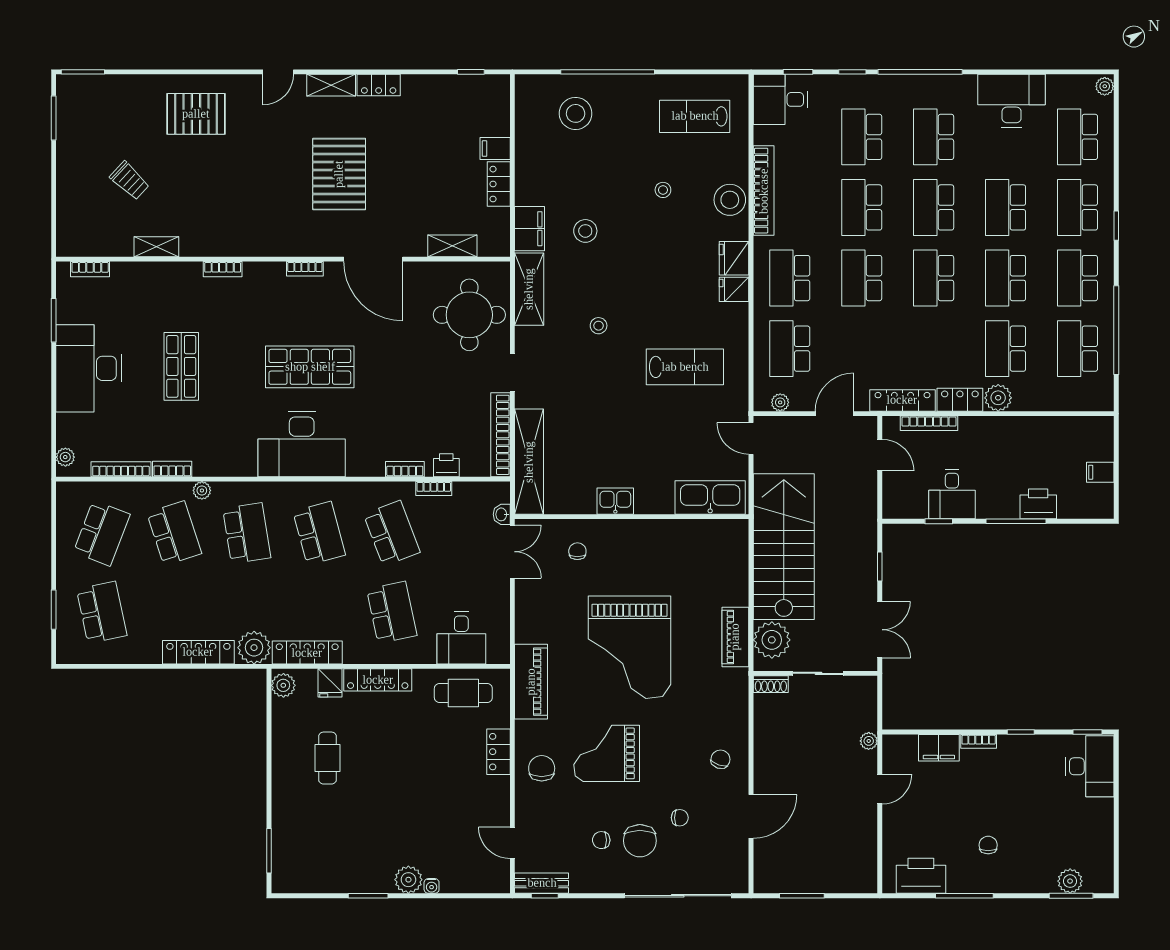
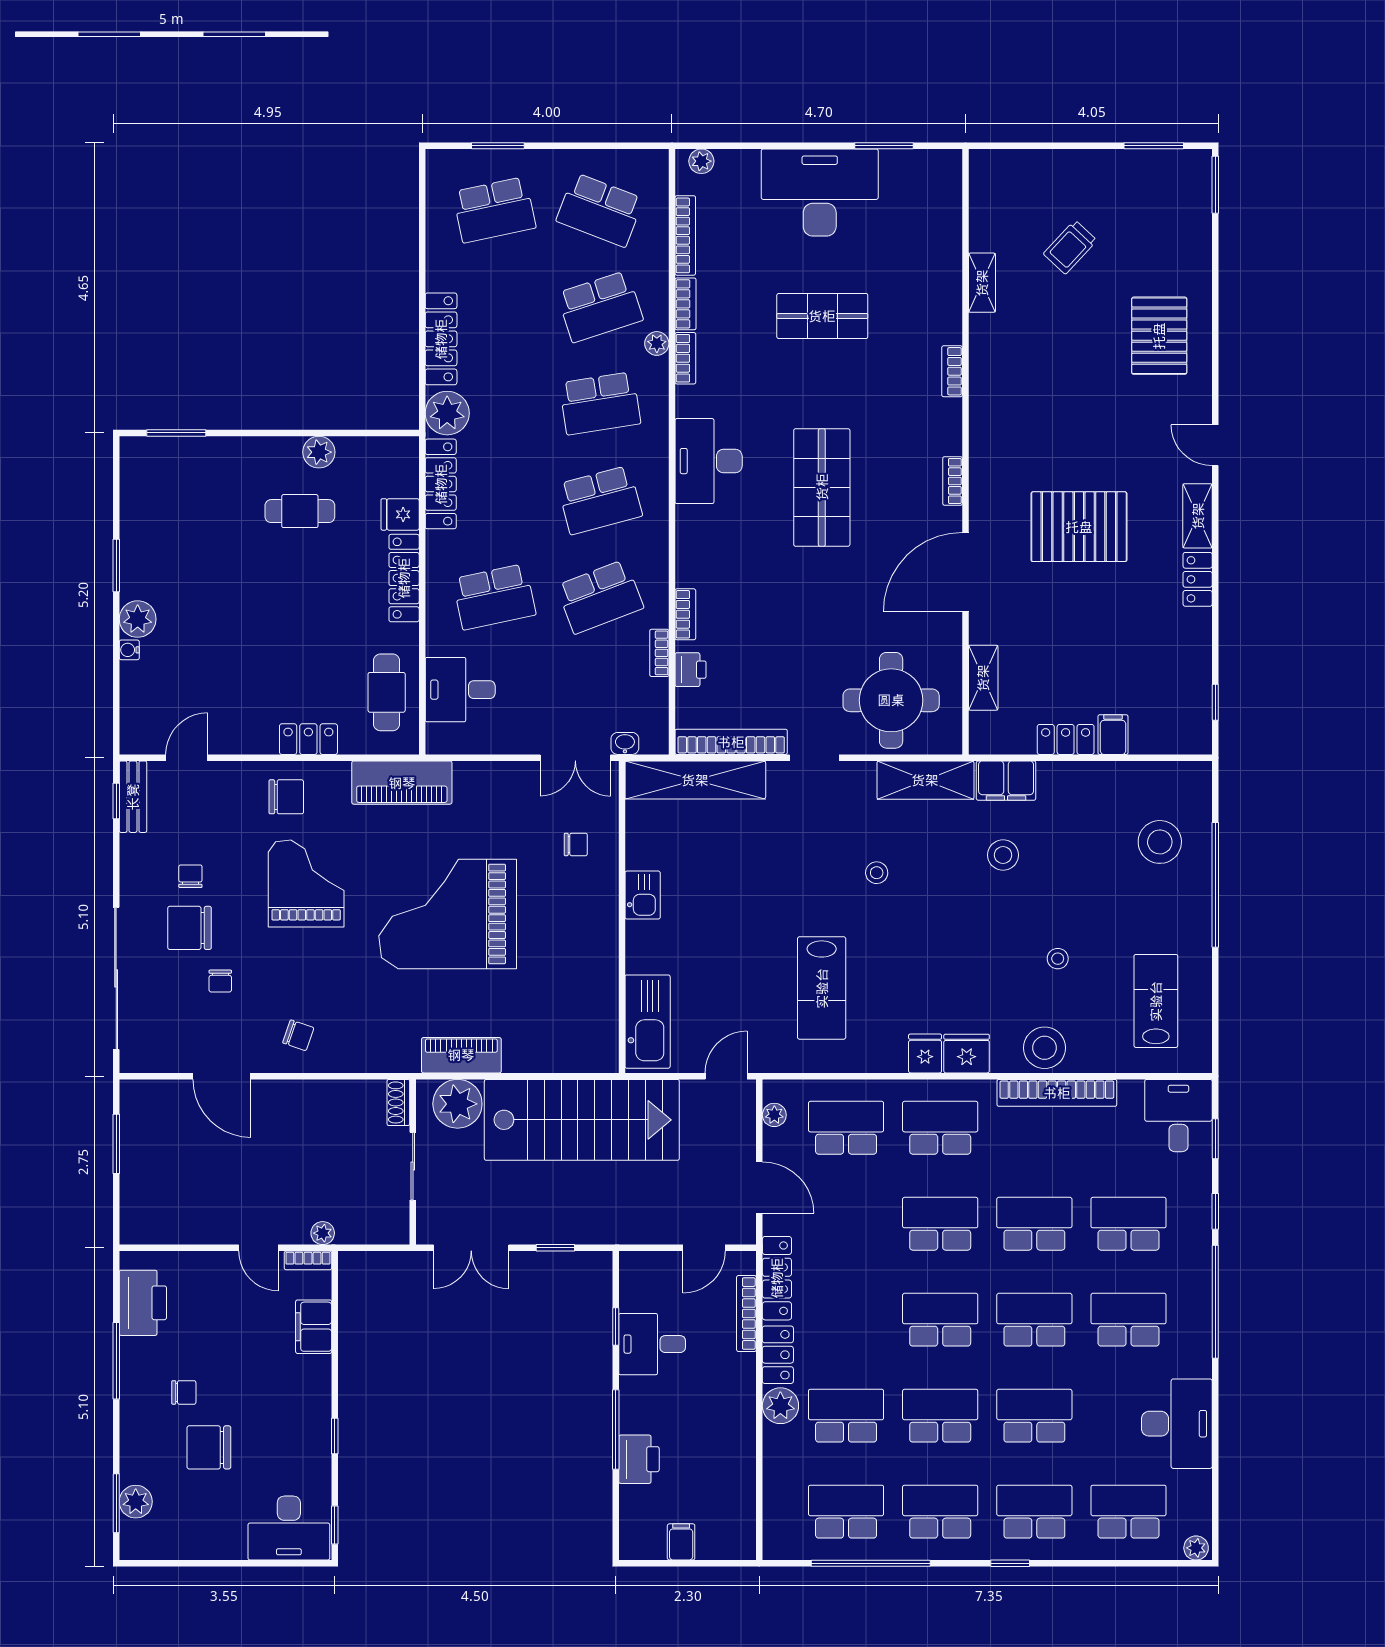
bookcase: (90, 269) -> (685, 358), moved, turned 180
desk: (302, 444) -> (709, 461), width x0.73, depth x0.77
plant: (283, 685) -> (319, 452), moved
bookcase: (979, 741) -> (308, 1260), moved, turned -90
chair: (1029, 826) -> (209, 1447), added

